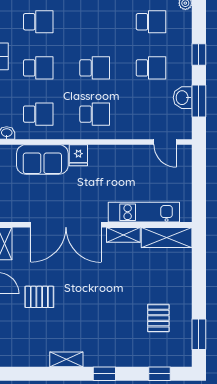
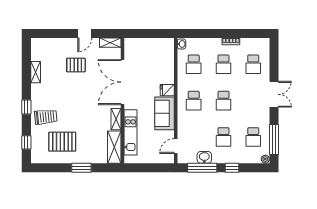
window: (199, 101) -> (202, 168), width x1.44
sofa: (42, 159) -> (164, 113), moved
pallet: (39, 297) -> (76, 65), turned 90
pallet: (158, 318) -> (62, 142), width x1.50, depth x1.42
window: (199, 334) -> (81, 168), moved
trolley: (120, 344) -> (46, 117), added
shelving: (66, 359) -> (36, 72), moved

